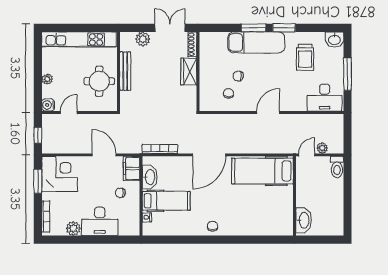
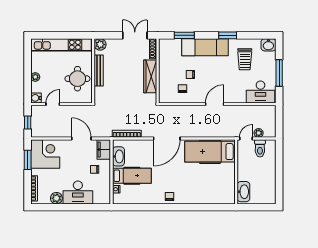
window: (253, 28) -> (184, 35), moved
plant: (143, 39) -> (100, 44), moved
wardrobe: (189, 72) -> (150, 76), width x1.50
toilet: (337, 167) -> (260, 148), moved

